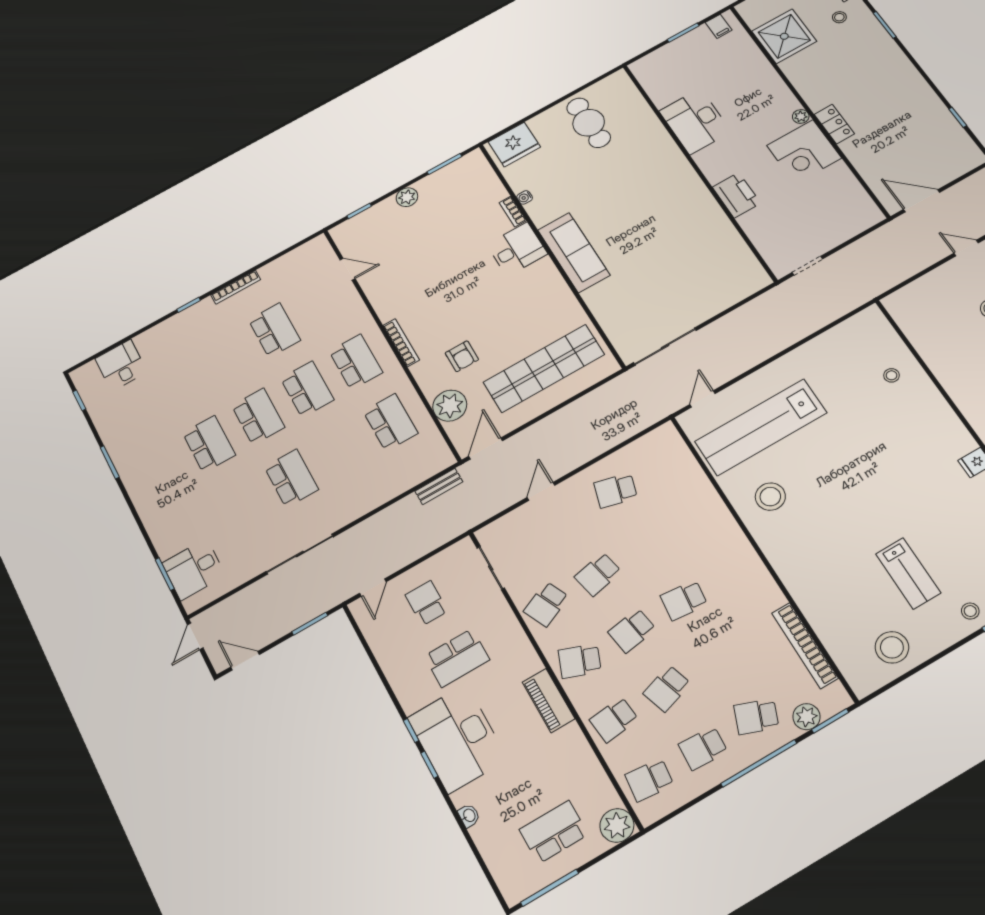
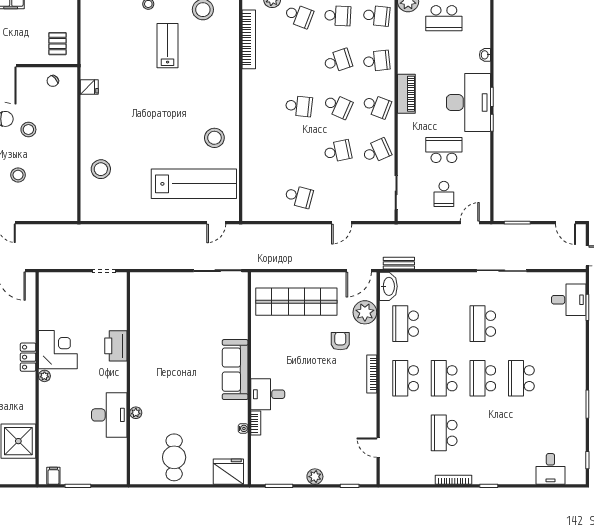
plant: (665, 141) -> (136, 413), added
stool: (892, 375) -> (101, 169), width x1.89, depth x1.89
washbasin: (437, 452) -> (388, 286), added
school desk: (632, 631) -> (338, 106), turned 33

